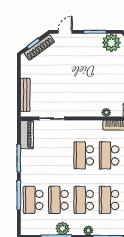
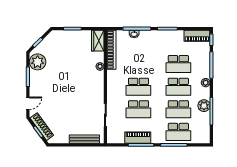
door: (65, 32) -> (28, 103), swing flipped
piano: (27, 134) -> (138, 138), moved
school desk: (109, 155) -> (138, 109), moved

